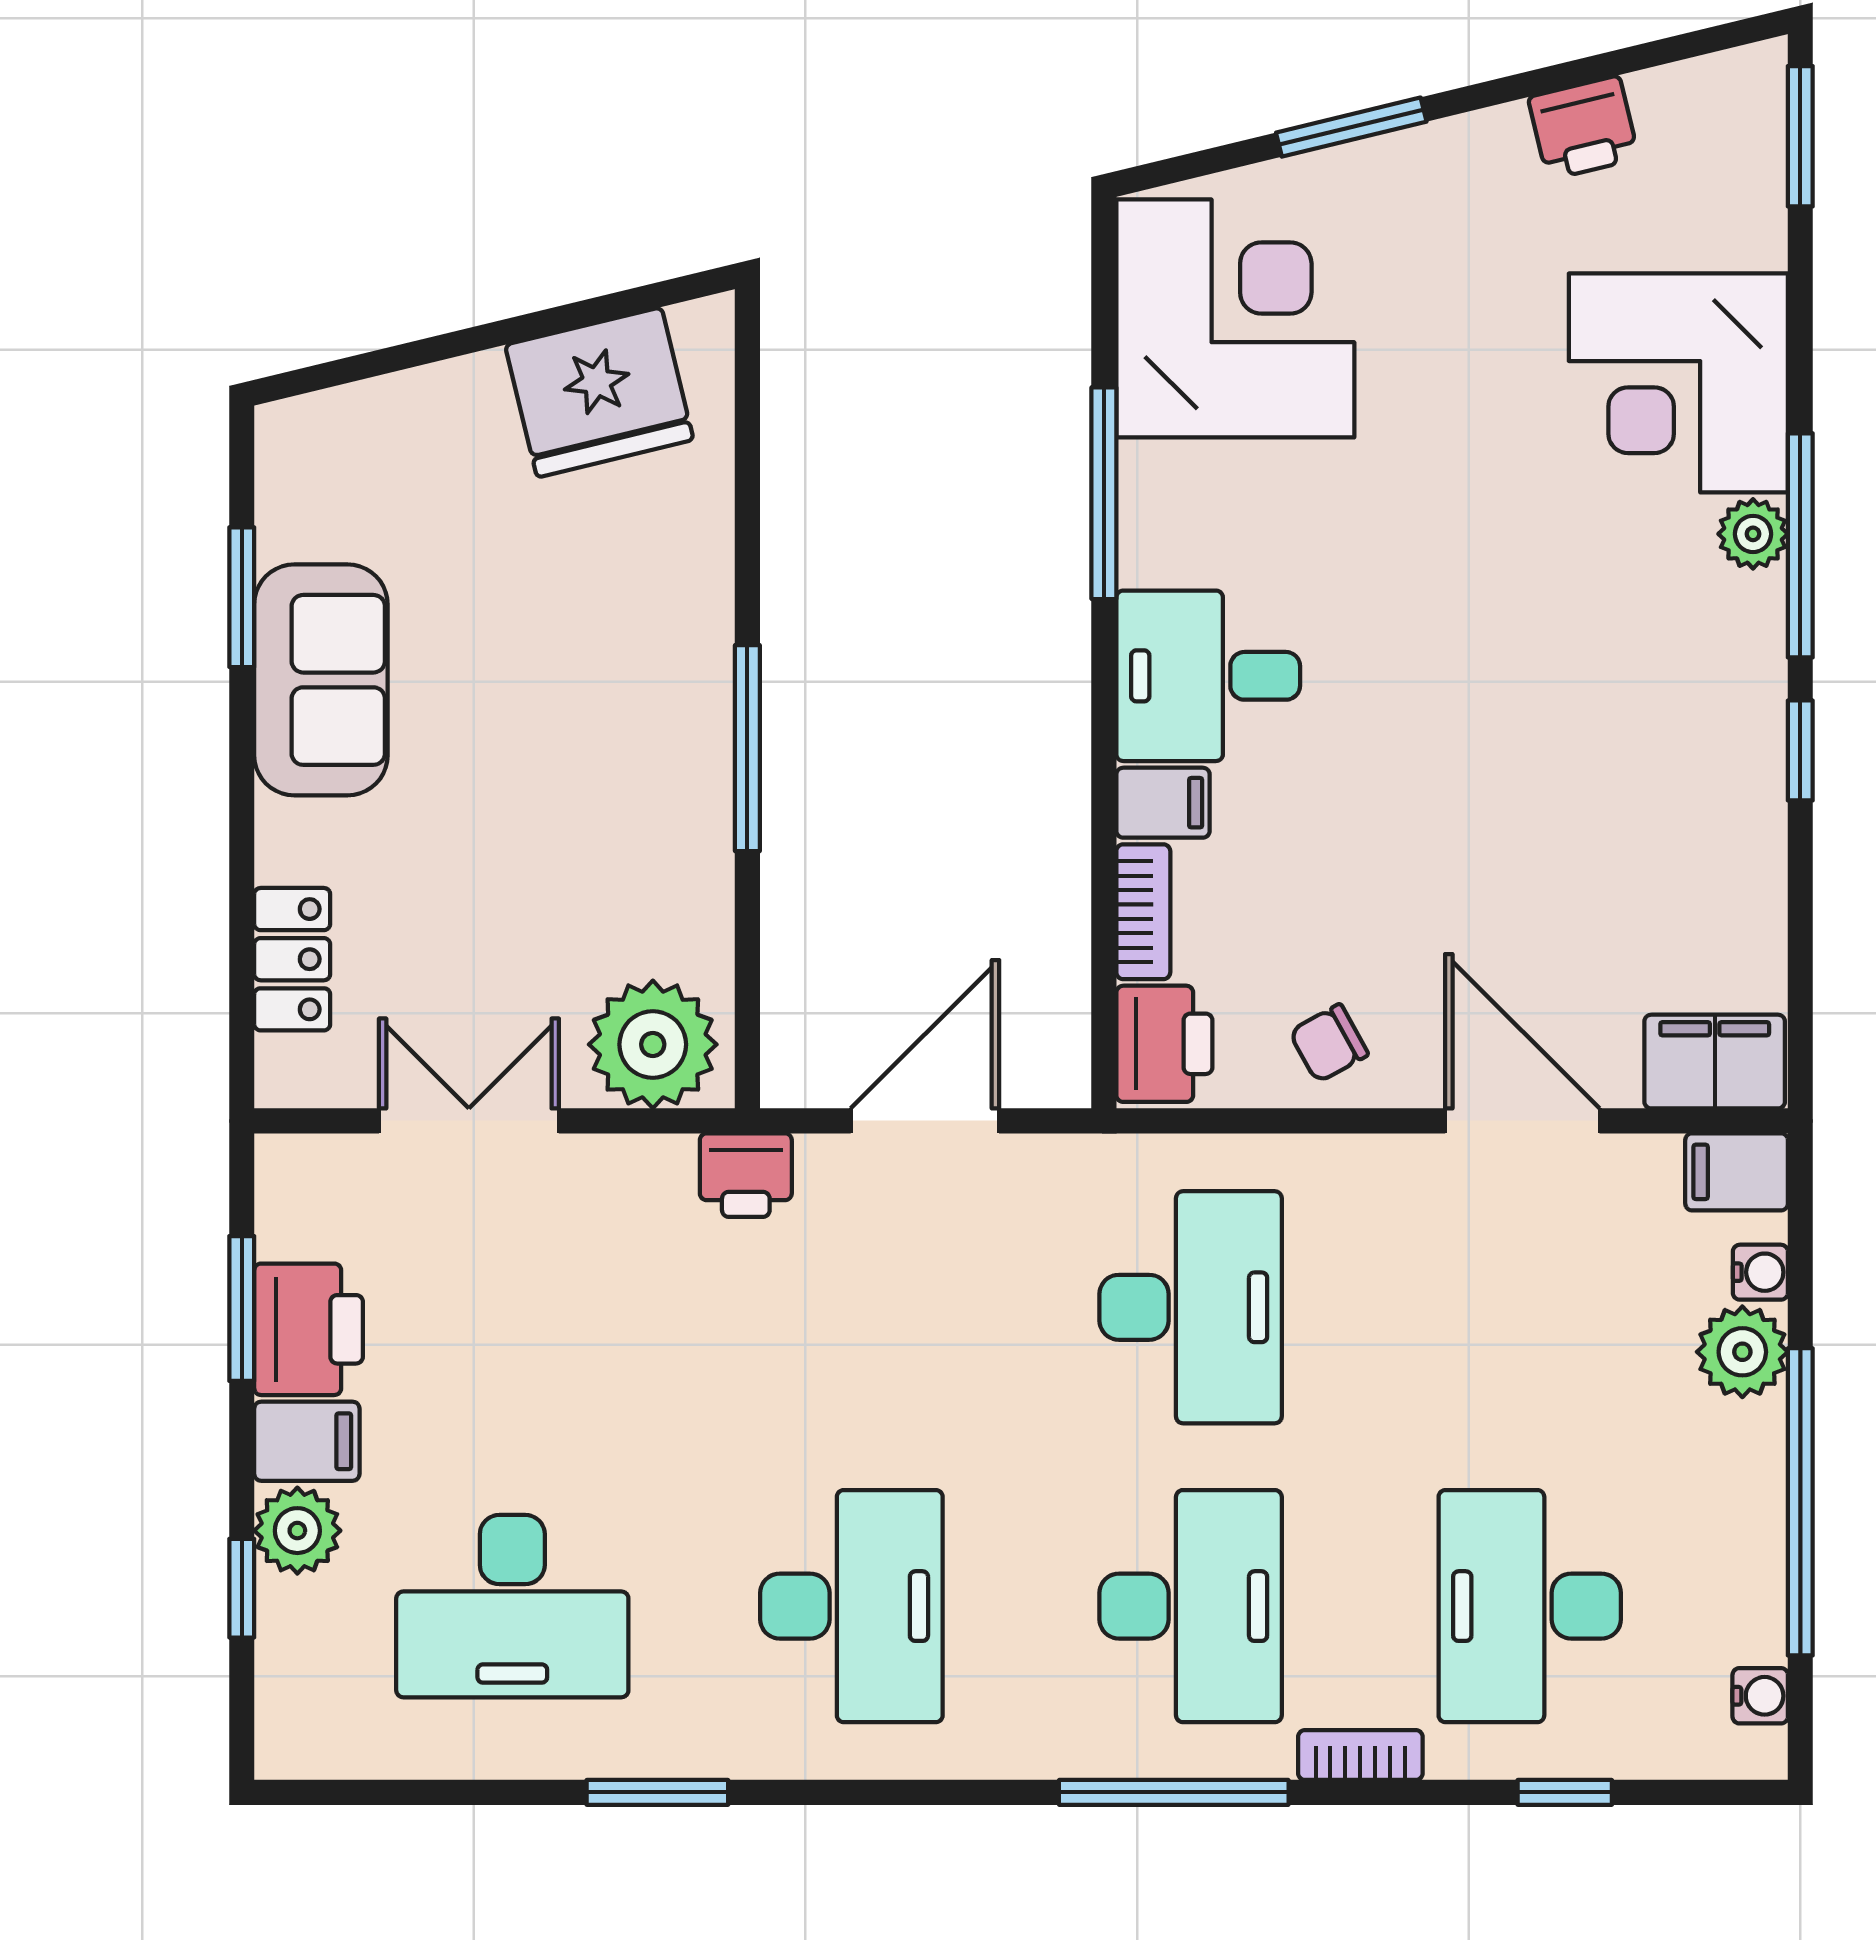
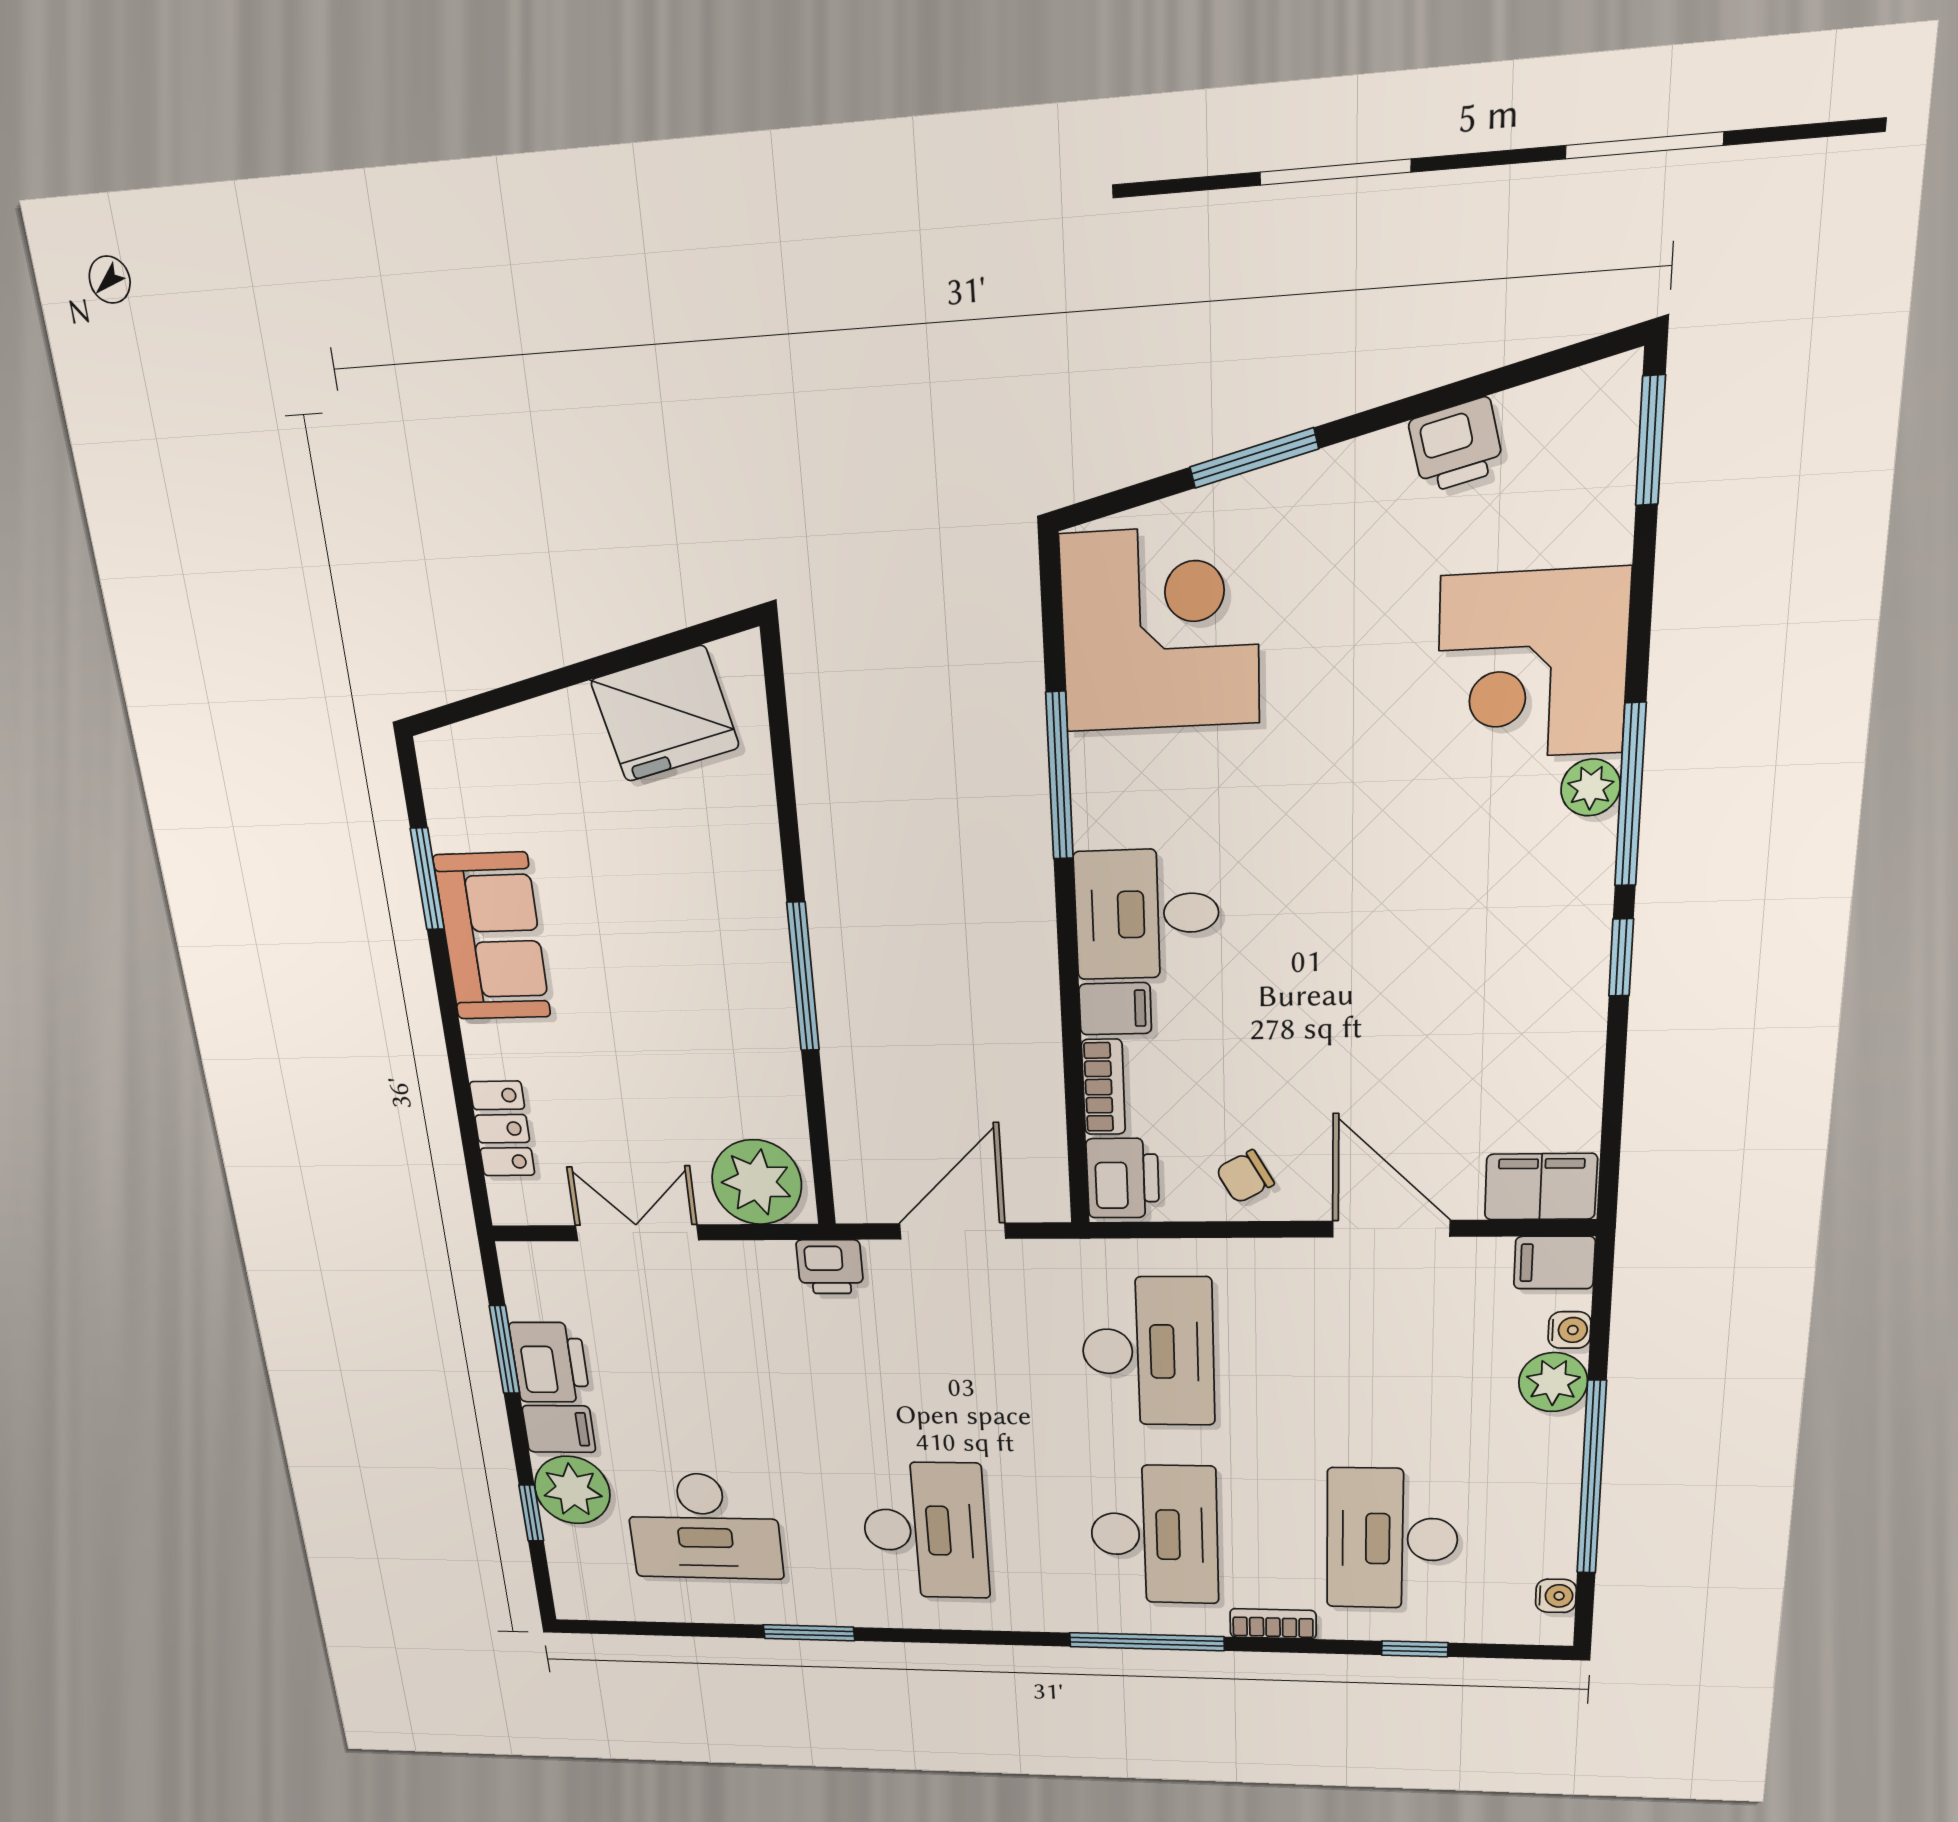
plant: (297, 1531) -> (572, 1490), width x1.36, depth x1.36

